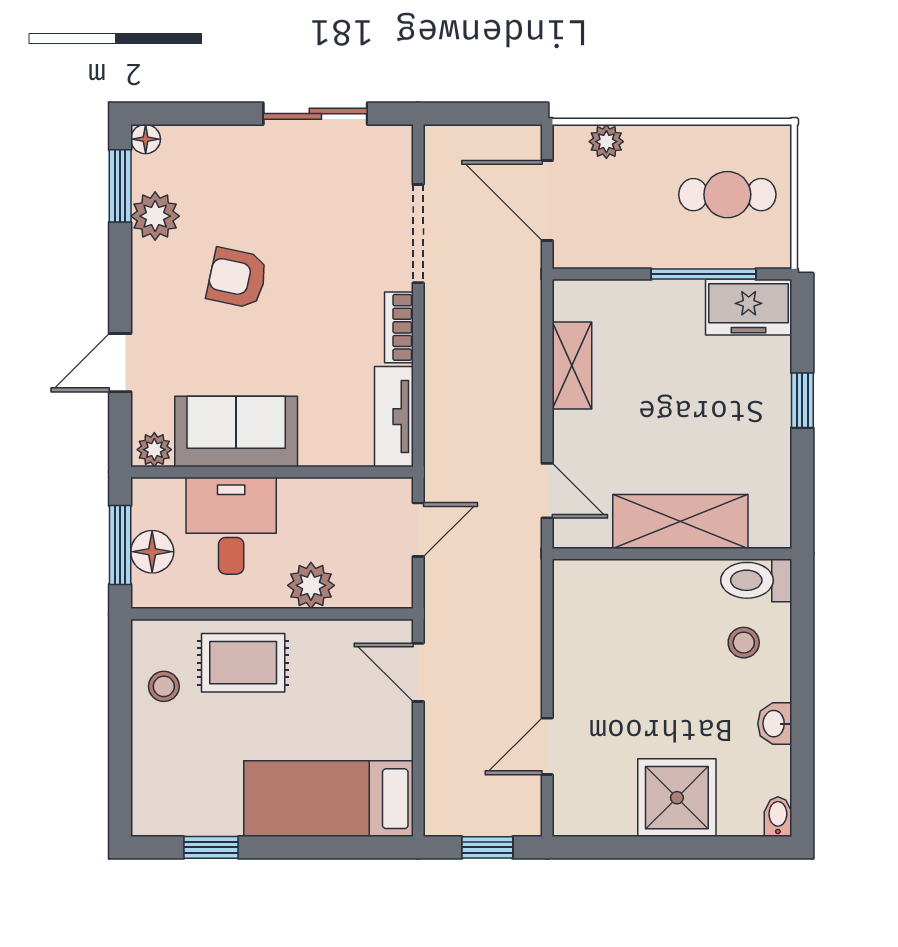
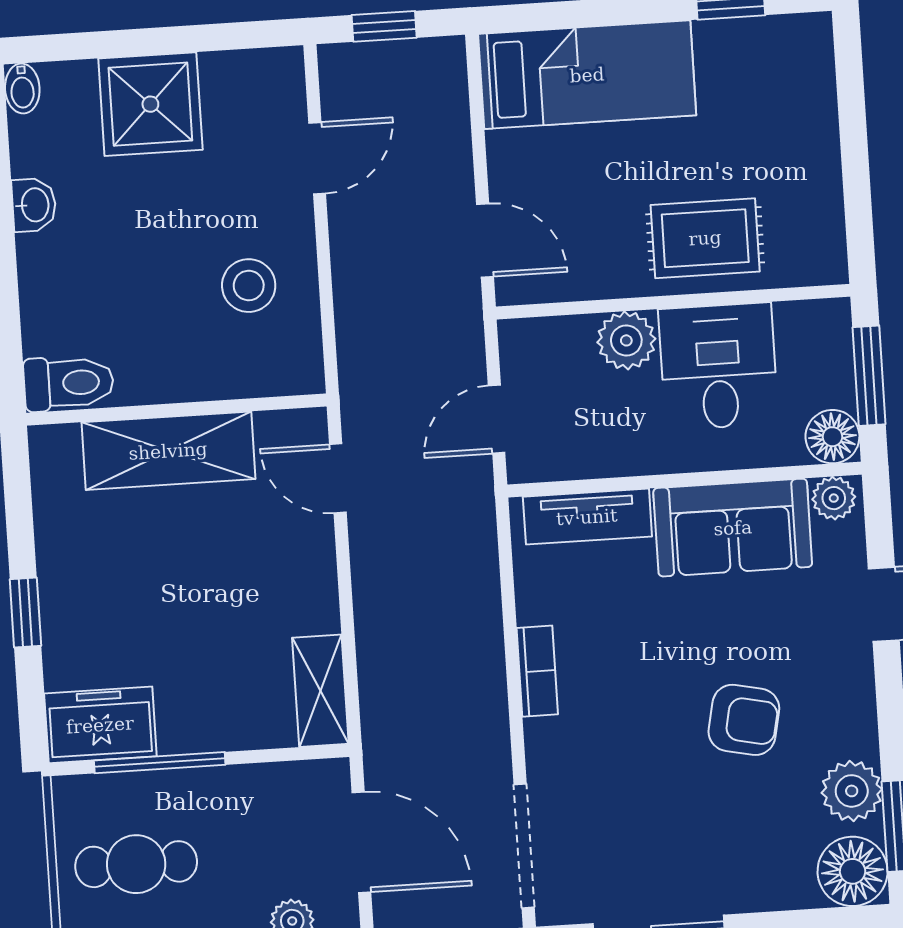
floor lamp: (146, 139) -> (853, 871), width x1.89, depth x1.89
doorway: (418, 234) -> (524, 846), moved
shelving: (572, 365) -> (320, 691), moved
tv unit: (394, 417) -> (587, 517), moved, turned 90
desk: (231, 526) -> (718, 366), moved, turned 180
floor lamp: (152, 552) -> (832, 437), moved
stool: (744, 643) -> (249, 286), moved, width x1.37, depth x1.37
stool: (164, 686) -> (803, 202), removed

